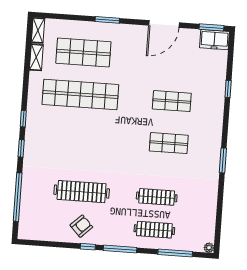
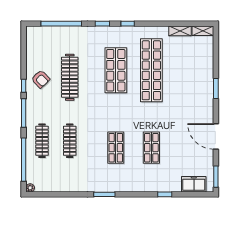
freezer: (215, 40) -> (194, 184), moved, turned 90
shop shelf: (83, 52) -> (116, 70), moved
window: (175, 253) -> (24, 160), width x1.46

